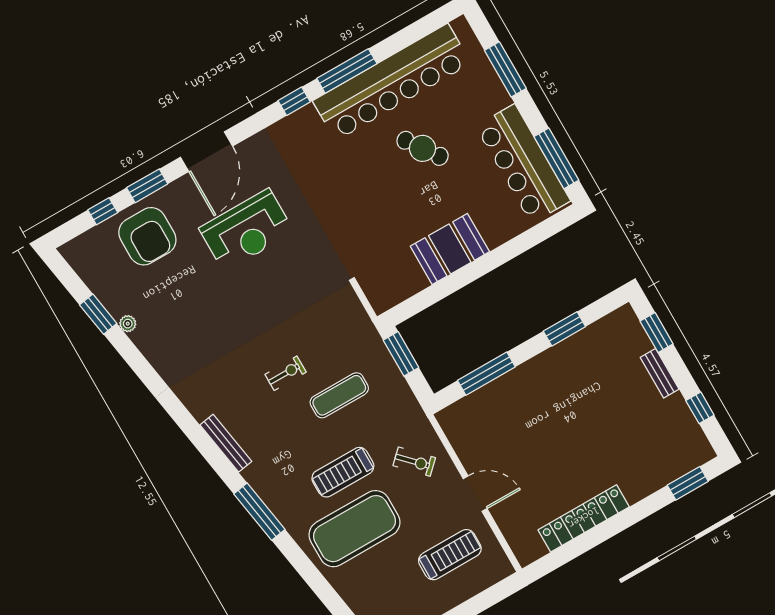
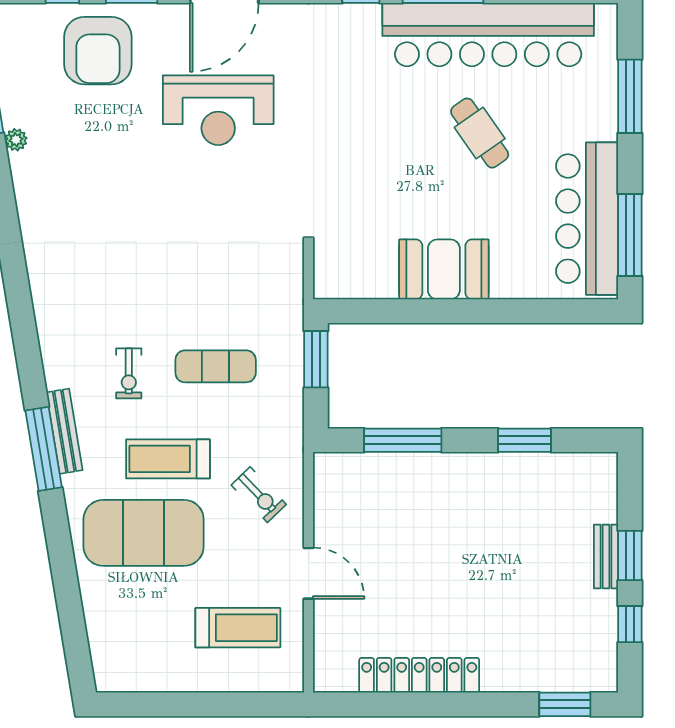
window: (657, 332) -> (630, 556), moved
exercise bike: (286, 373) -> (129, 373), moved, turned 90
bench: (226, 443) -> (64, 431), moved

